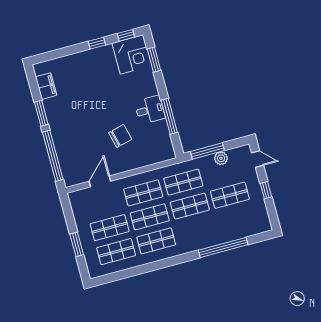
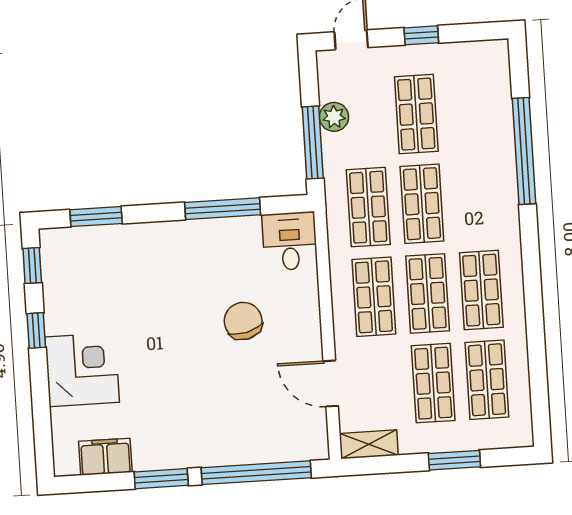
corner desk: (132, 54) -> (82, 370), moved
desk: (150, 110) -> (290, 241), moved
shelving: (76, 204) -> (369, 444), added

